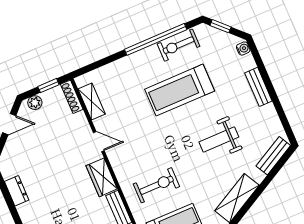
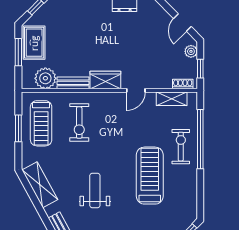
window: (156, 39) -> (200, 139), moved
exercise bike: (179, 45) -> (181, 147), moved
shoe rack: (72, 97) -> (183, 84), width x0.70

